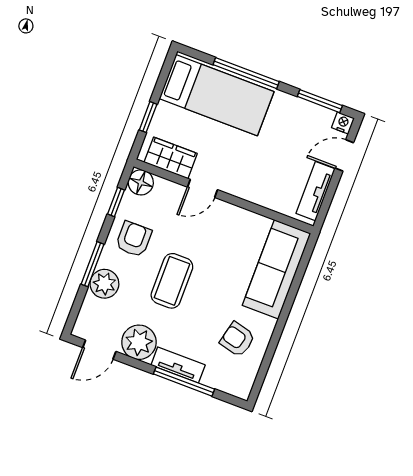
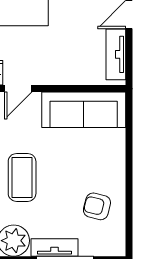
sofa: (277, 269) -> (84, 110), moved, turned -90

